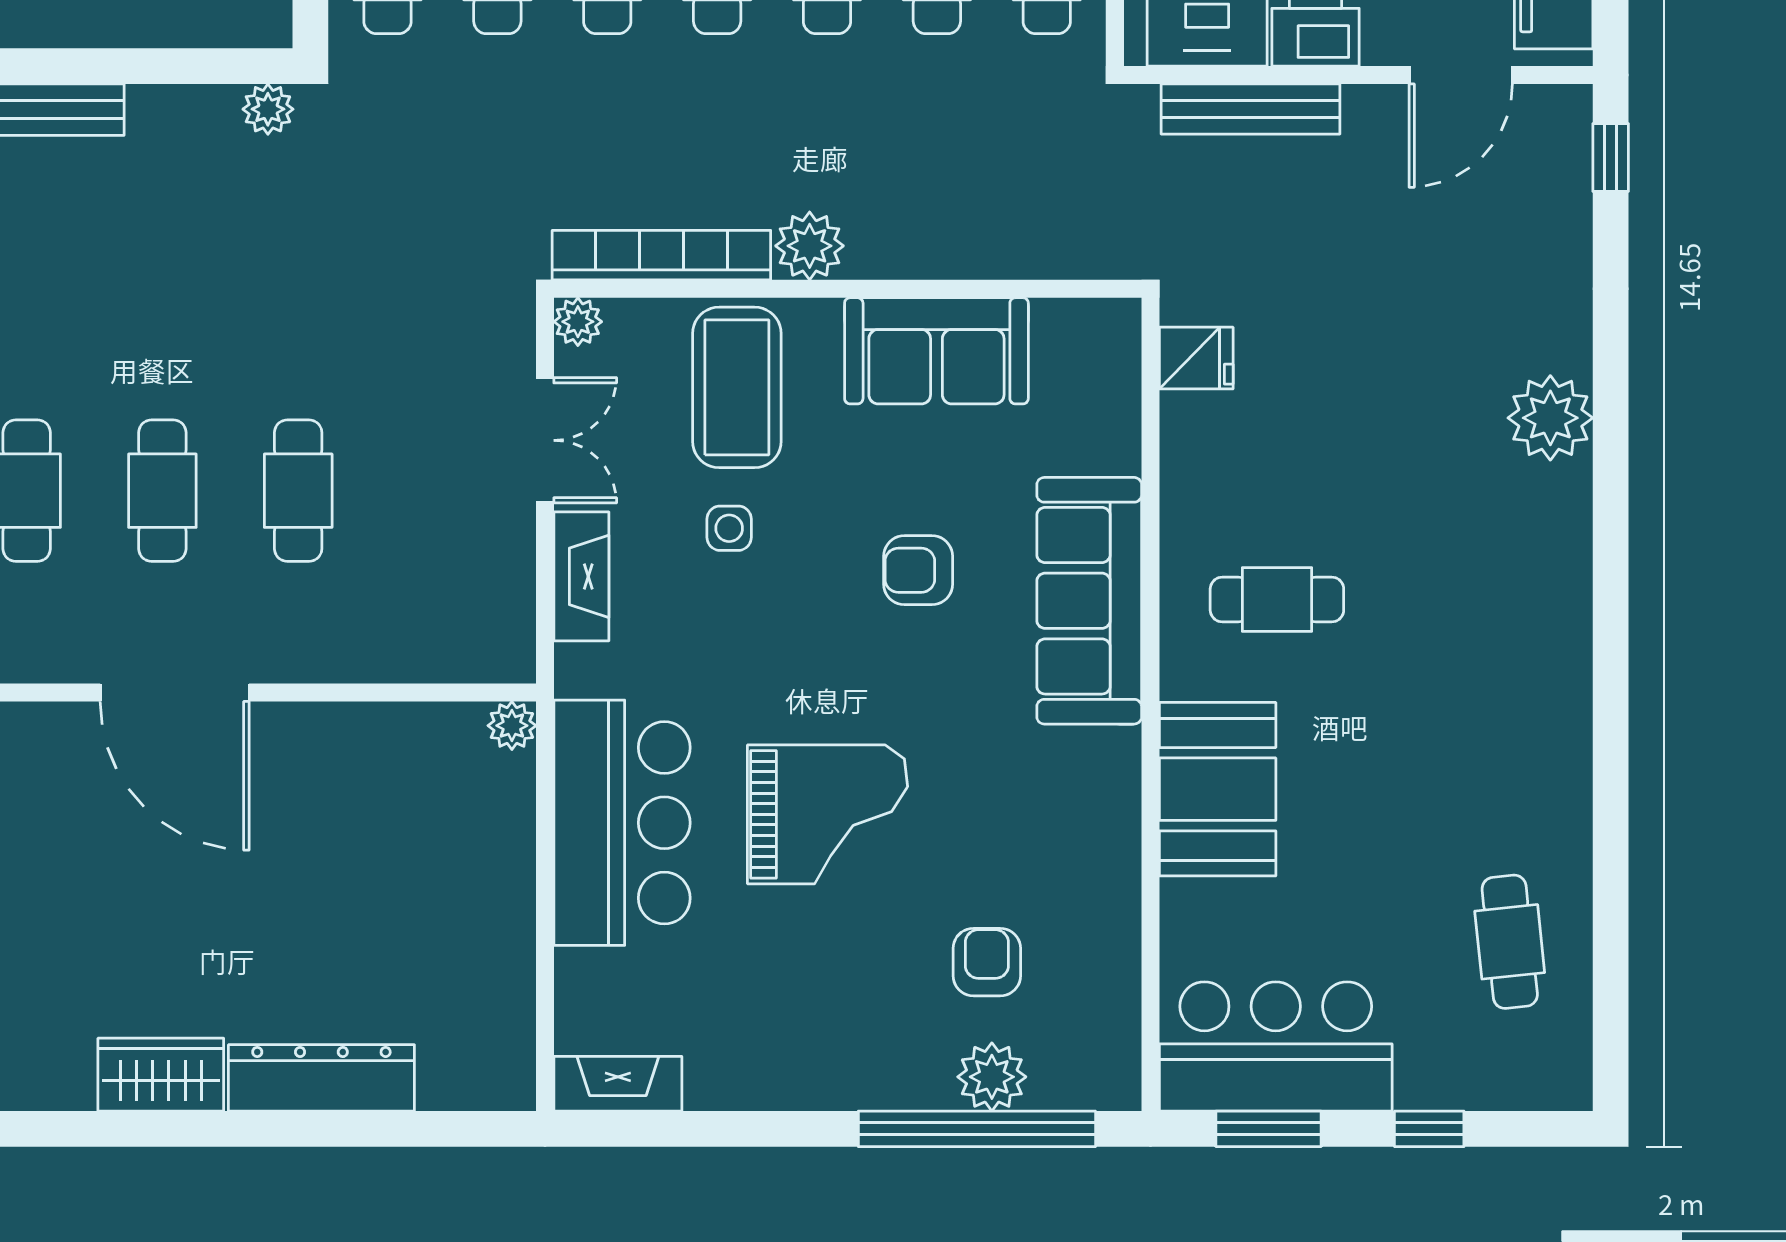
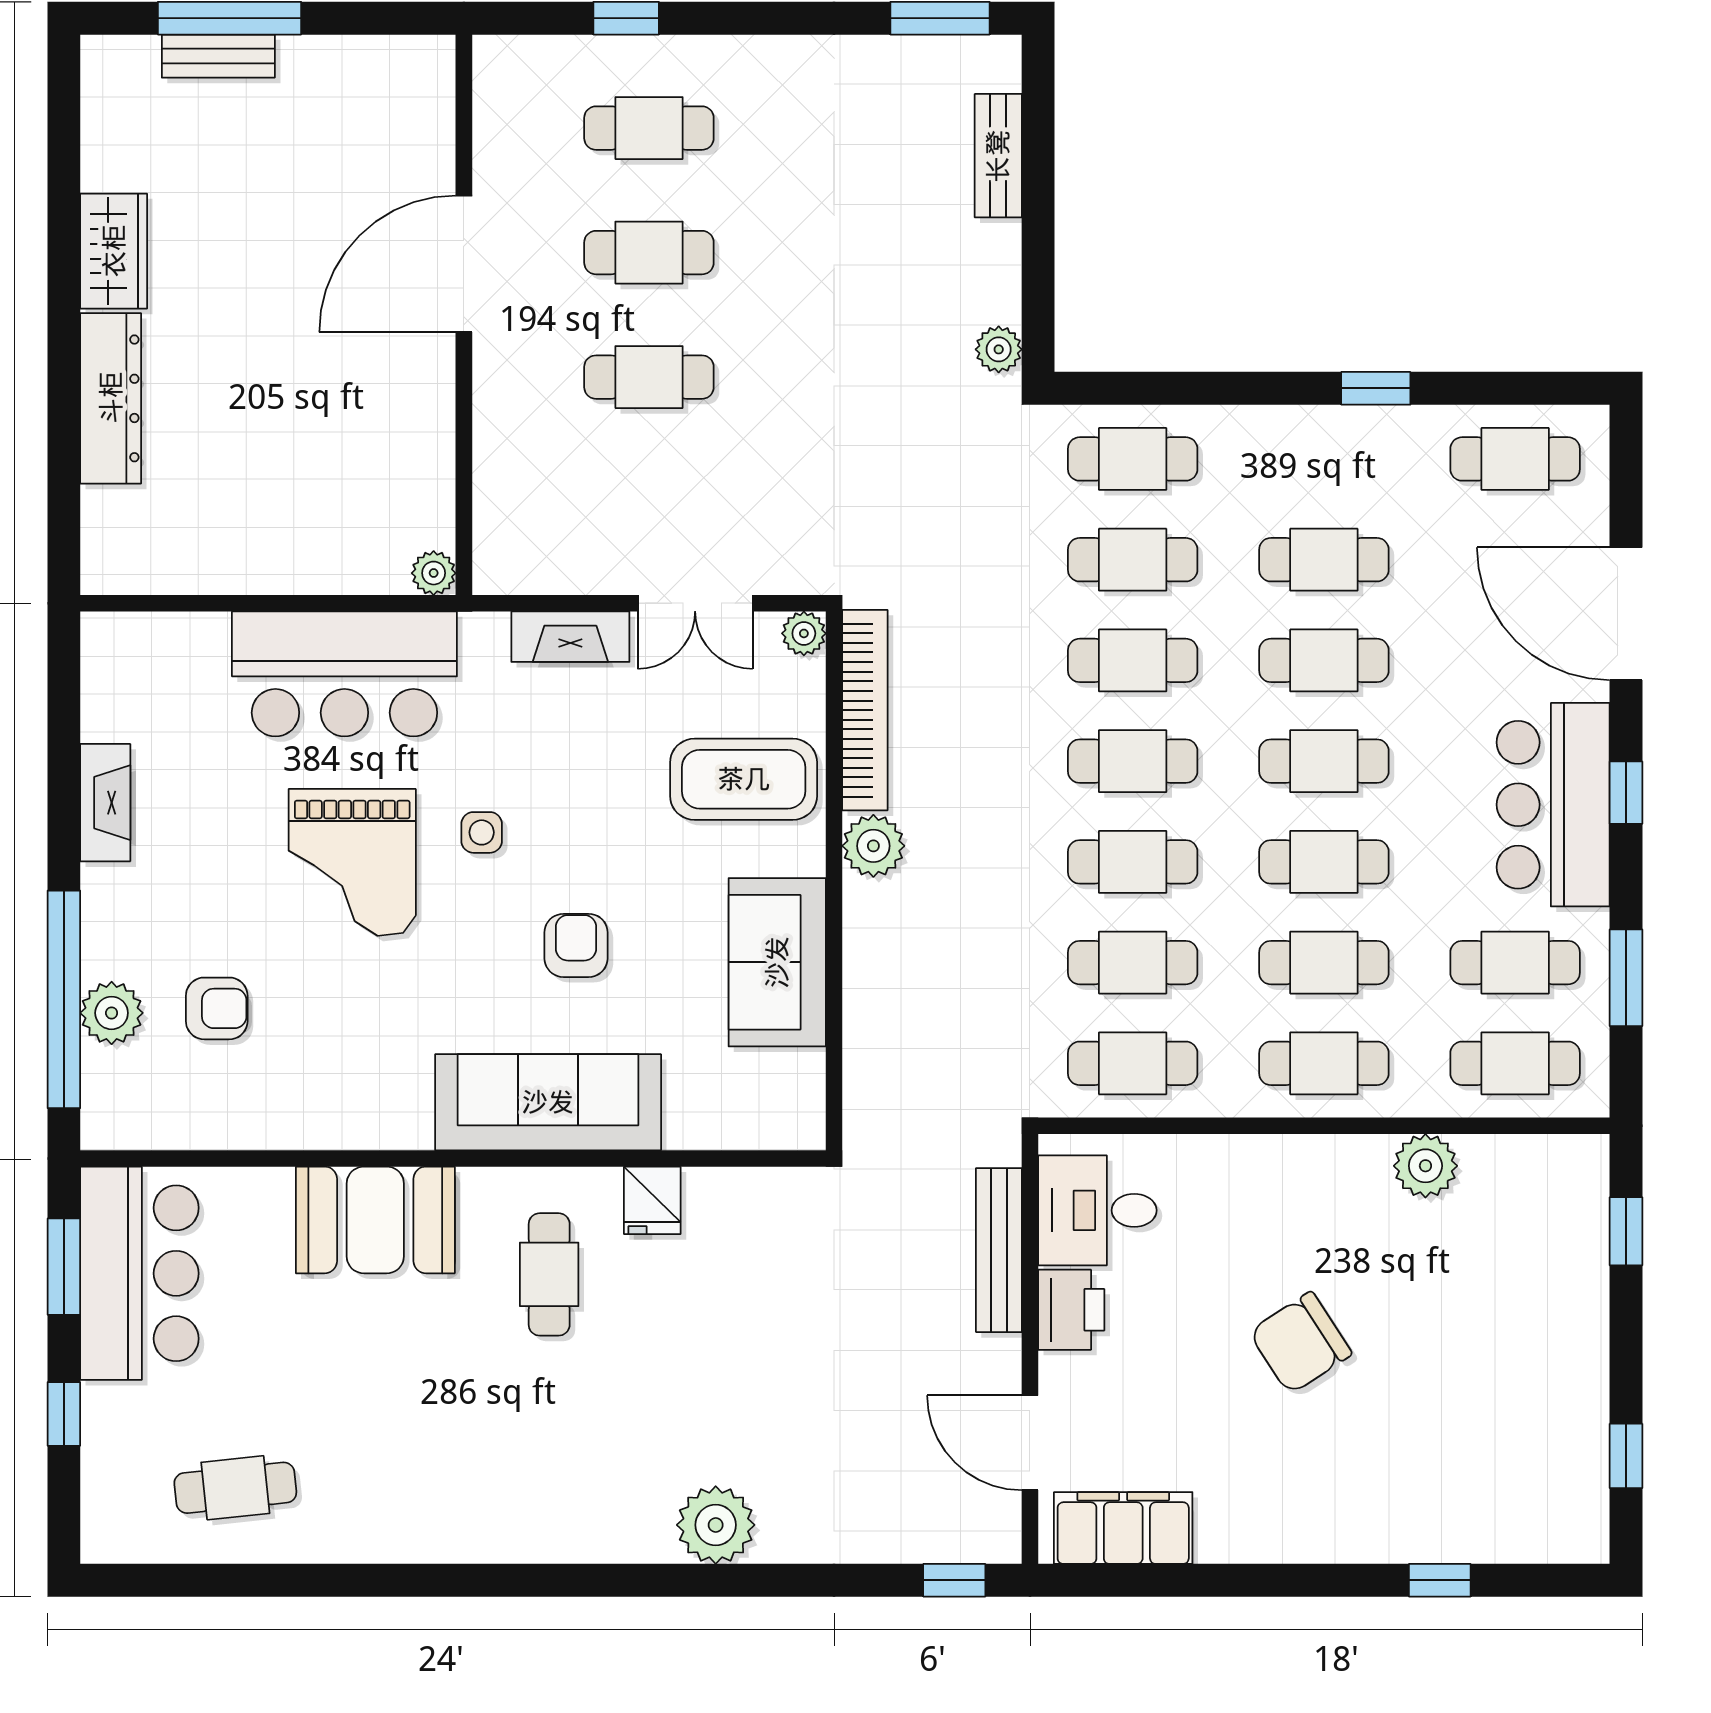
fridge: (1196, 358) -> (652, 1200), moved
side table: (729, 528) -> (482, 832), moved
fireplace: (618, 1084) -> (105, 803), moved

